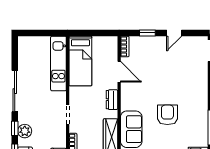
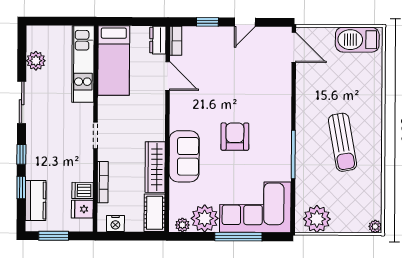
sliding door: (15, 91) -> (22, 102), width x0.73
dresser: (112, 100) -> (158, 40), moved
plant: (25, 131) -> (36, 61), moved

